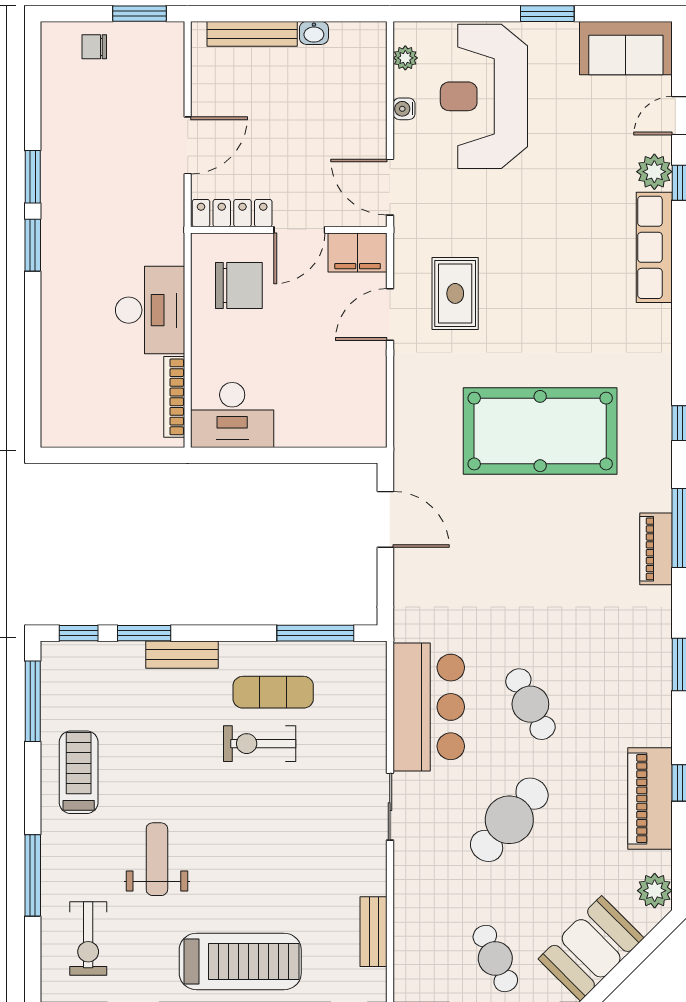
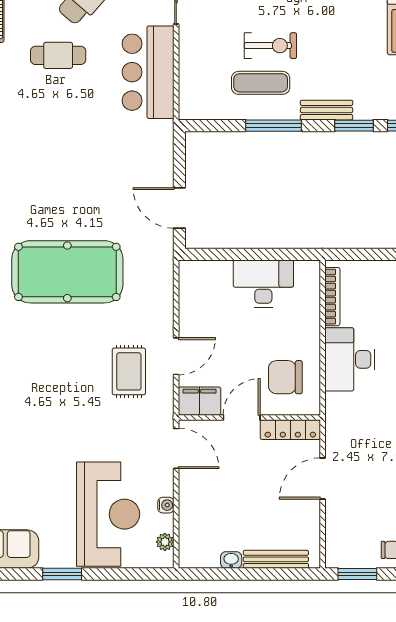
desk: (232, 415) -> (263, 283), moved
window: (315, 633) -> (273, 126), moved
cafe table: (530, 704) -> (58, 55), moved, turned -63

